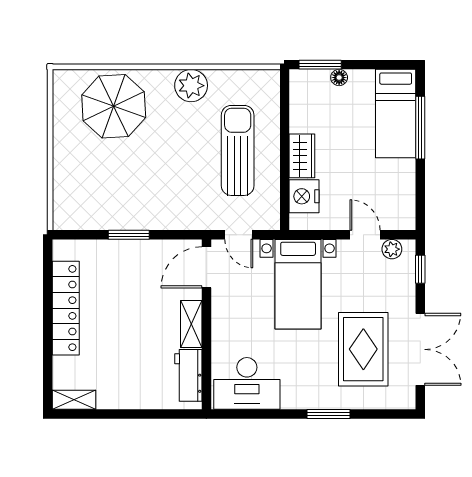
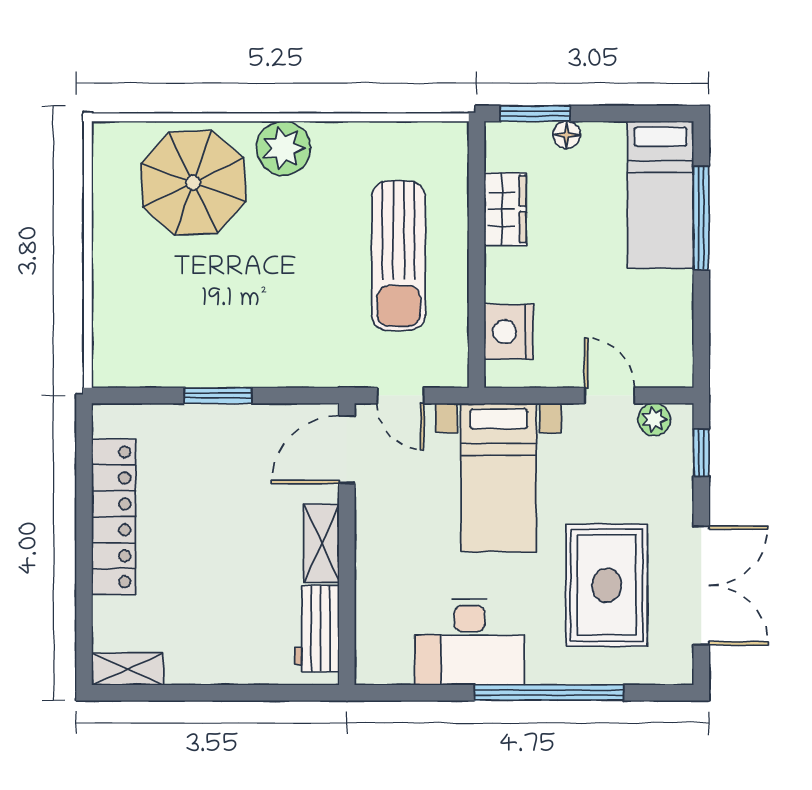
plant: (191, 86) -> (283, 148), moved
sun lounger: (238, 150) -> (399, 256), turned 180
wardrobe: (302, 156) -> (505, 209), moved
desk: (247, 383) -> (470, 642), moved
window: (328, 414) -> (549, 693), width x2.11

